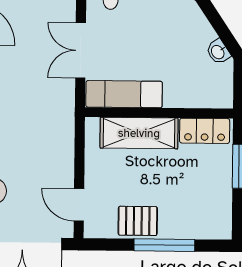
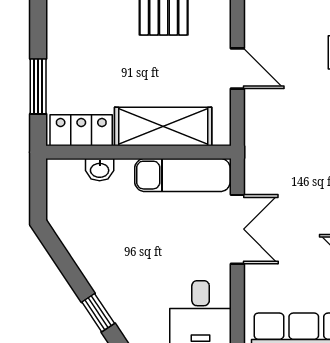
washbasin: (218, 52) -> (100, 170), moved, turned 124
door: (79, 205) -> (237, 68), moved

